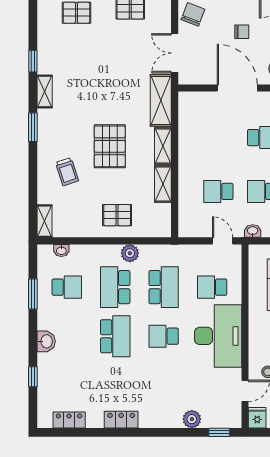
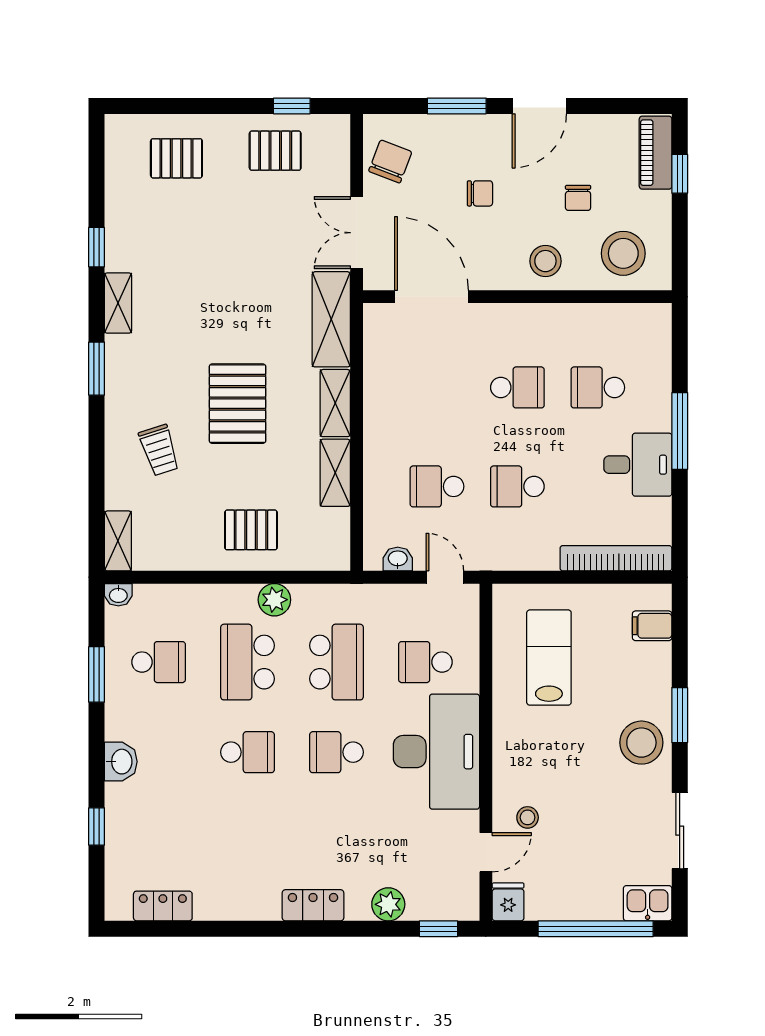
door: (237, 88) -> (431, 297), moved
washbasin: (253, 231) -> (398, 559), moved
washbasin: (61, 250) -> (118, 595), moved
school desk: (115, 336) -> (248, 752), width x0.54
locker: (121, 420) -> (313, 905), moved

